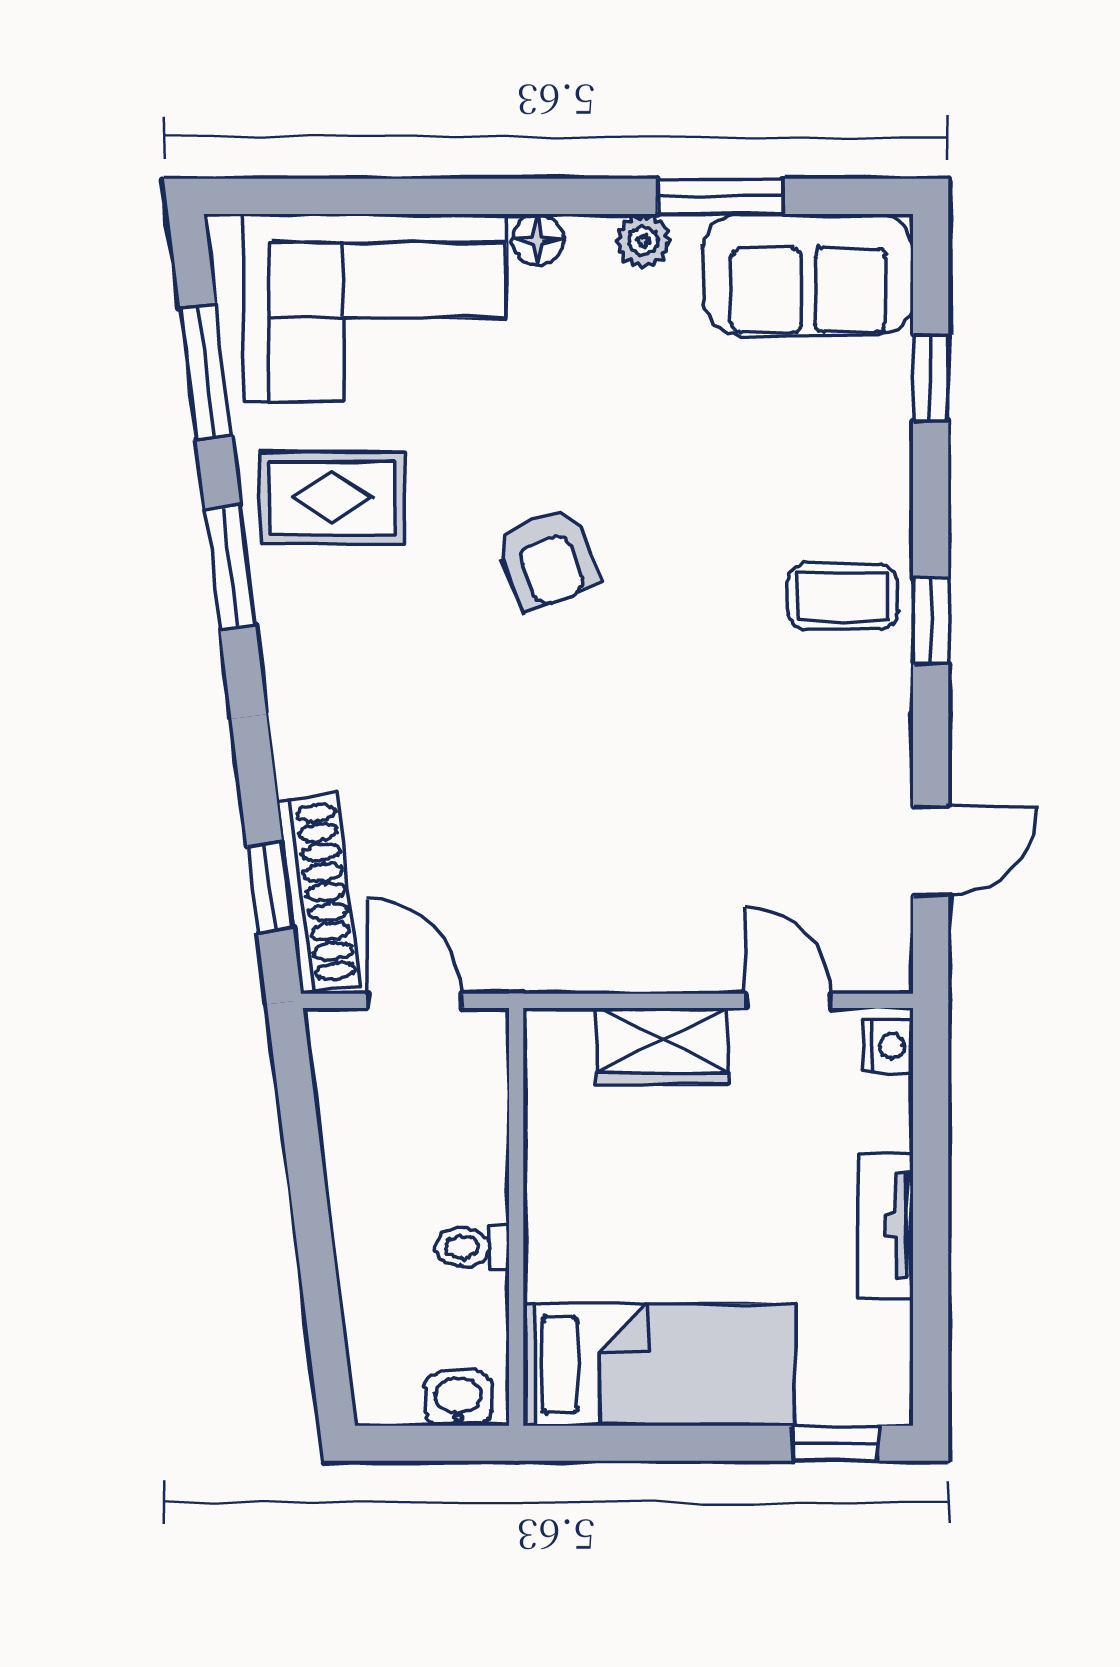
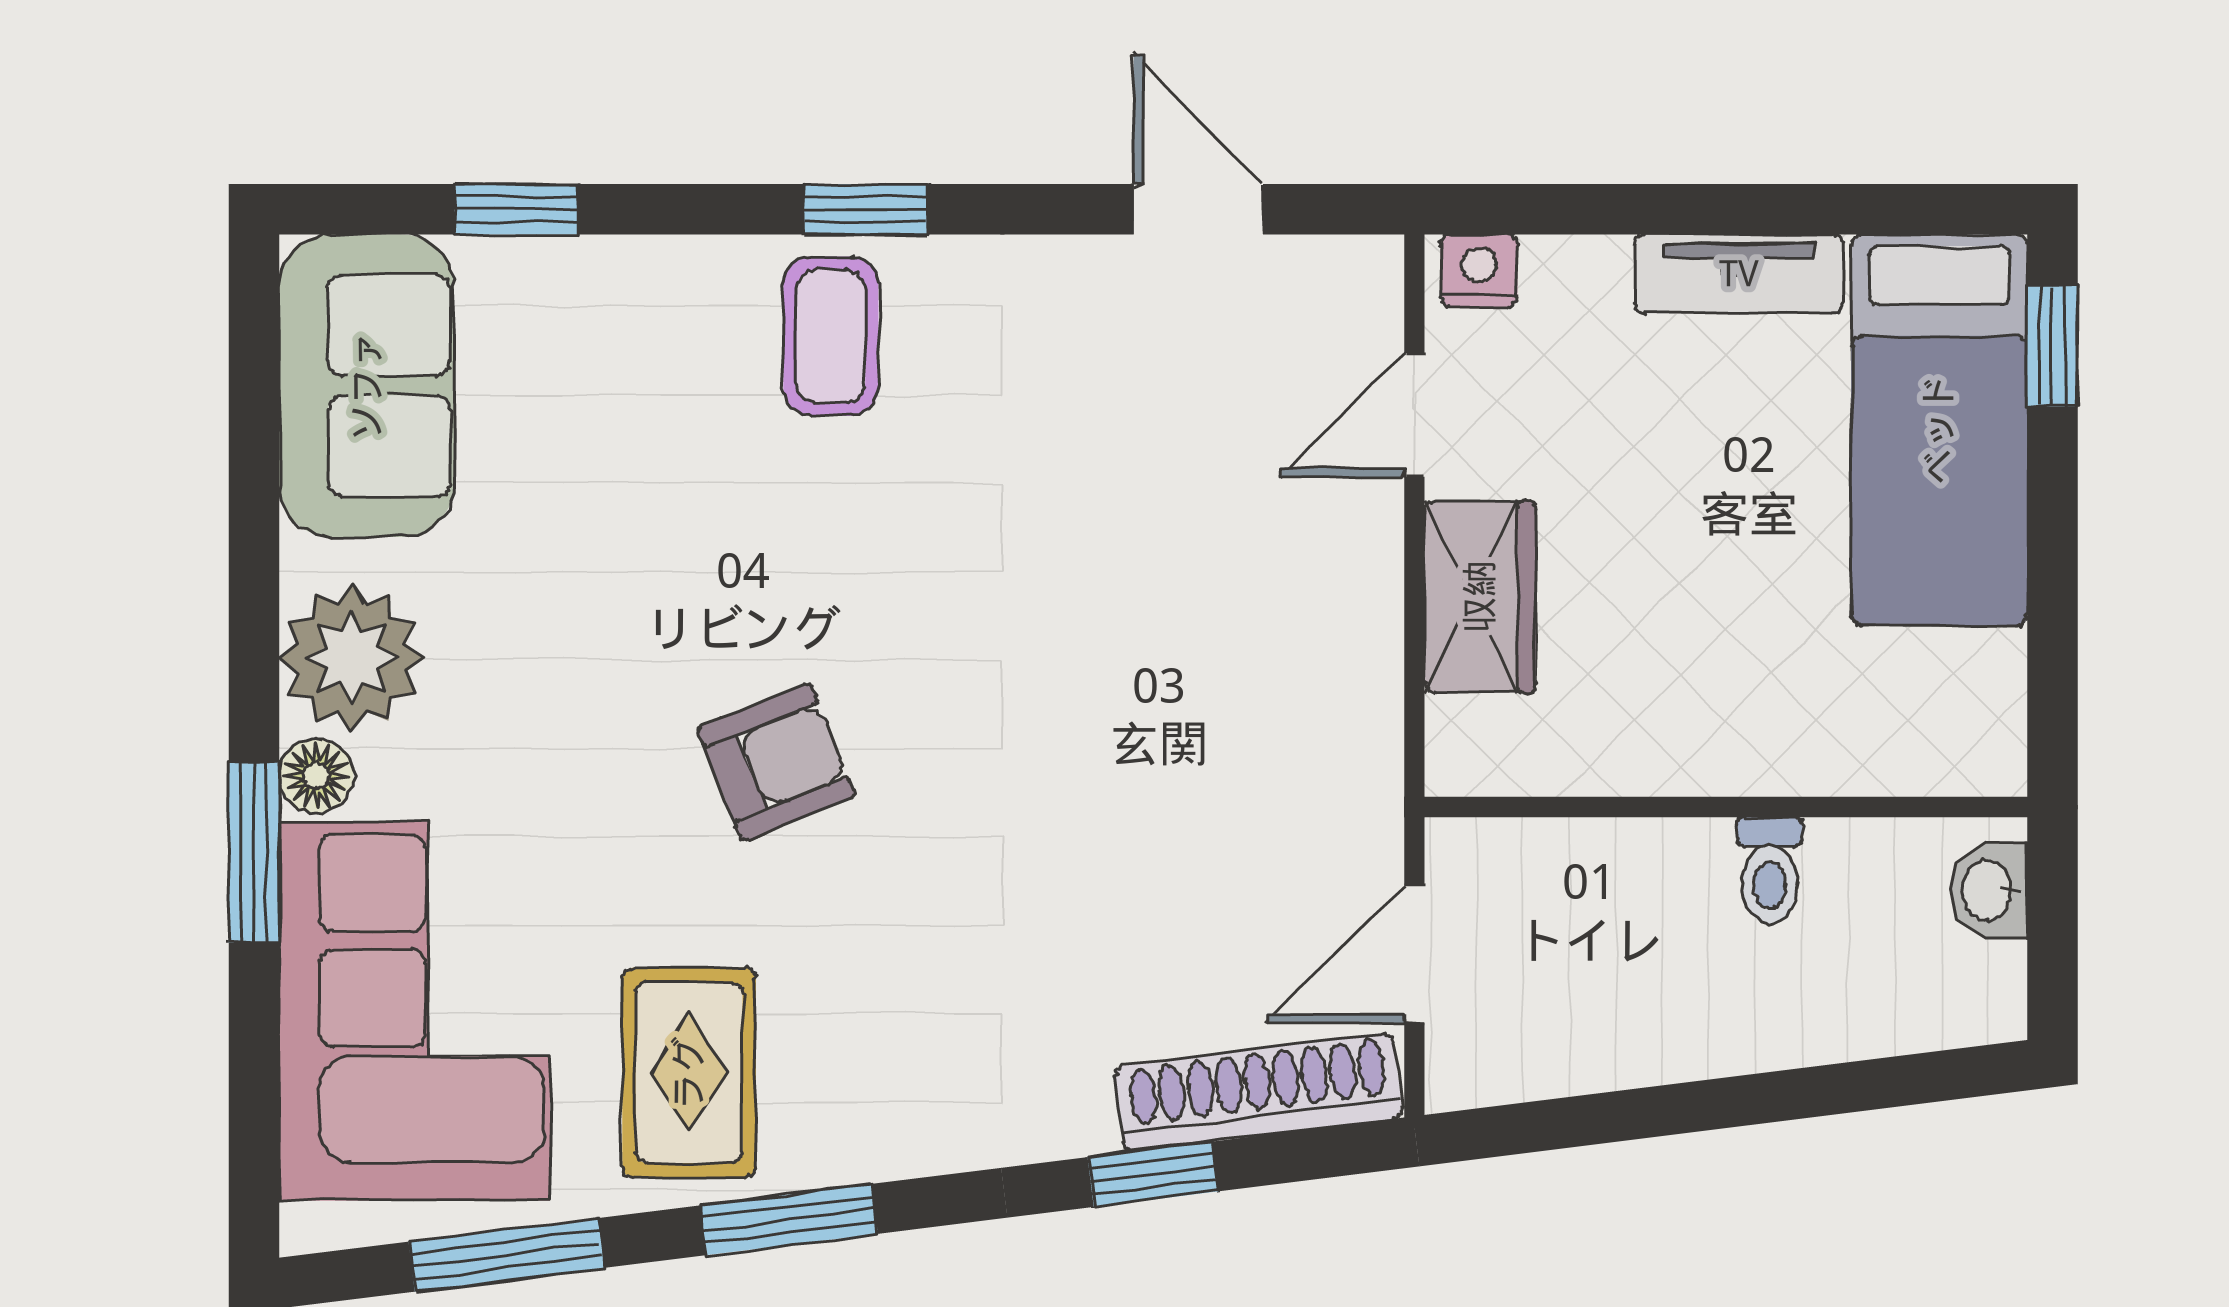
window: (720, 196) -> (254, 852), moved
plant: (643, 241) -> (352, 658), width x1.87, depth x1.87
window: (270, 887) -> (1153, 1174), moved
bed: (659, 1365) -> (1939, 430), moved, turned 180

